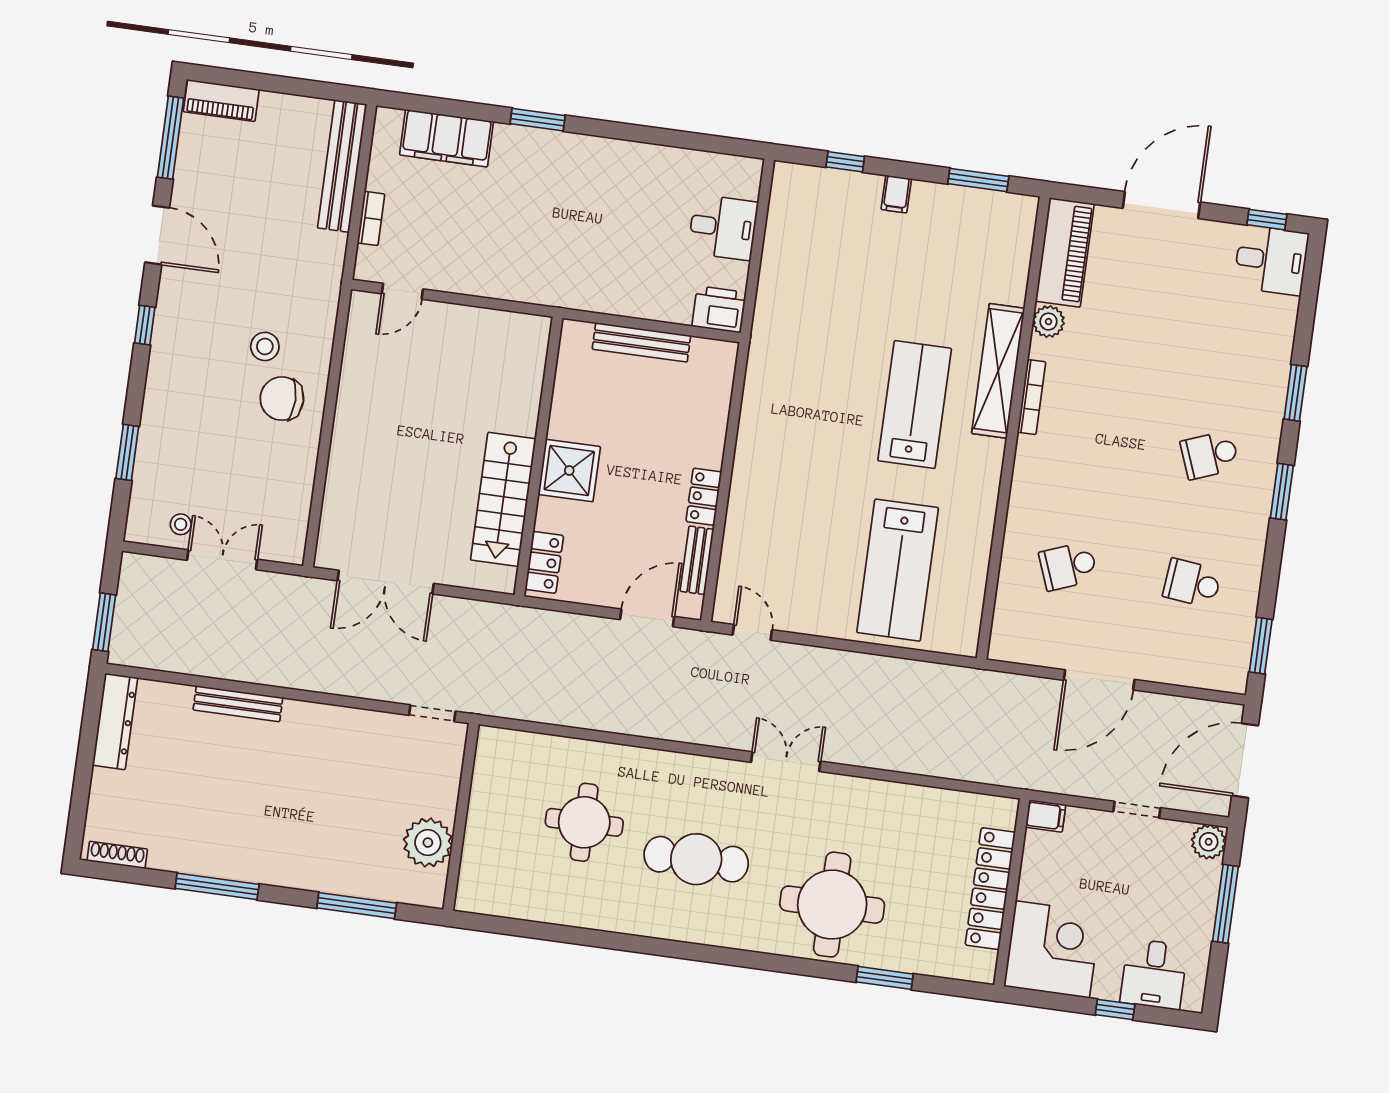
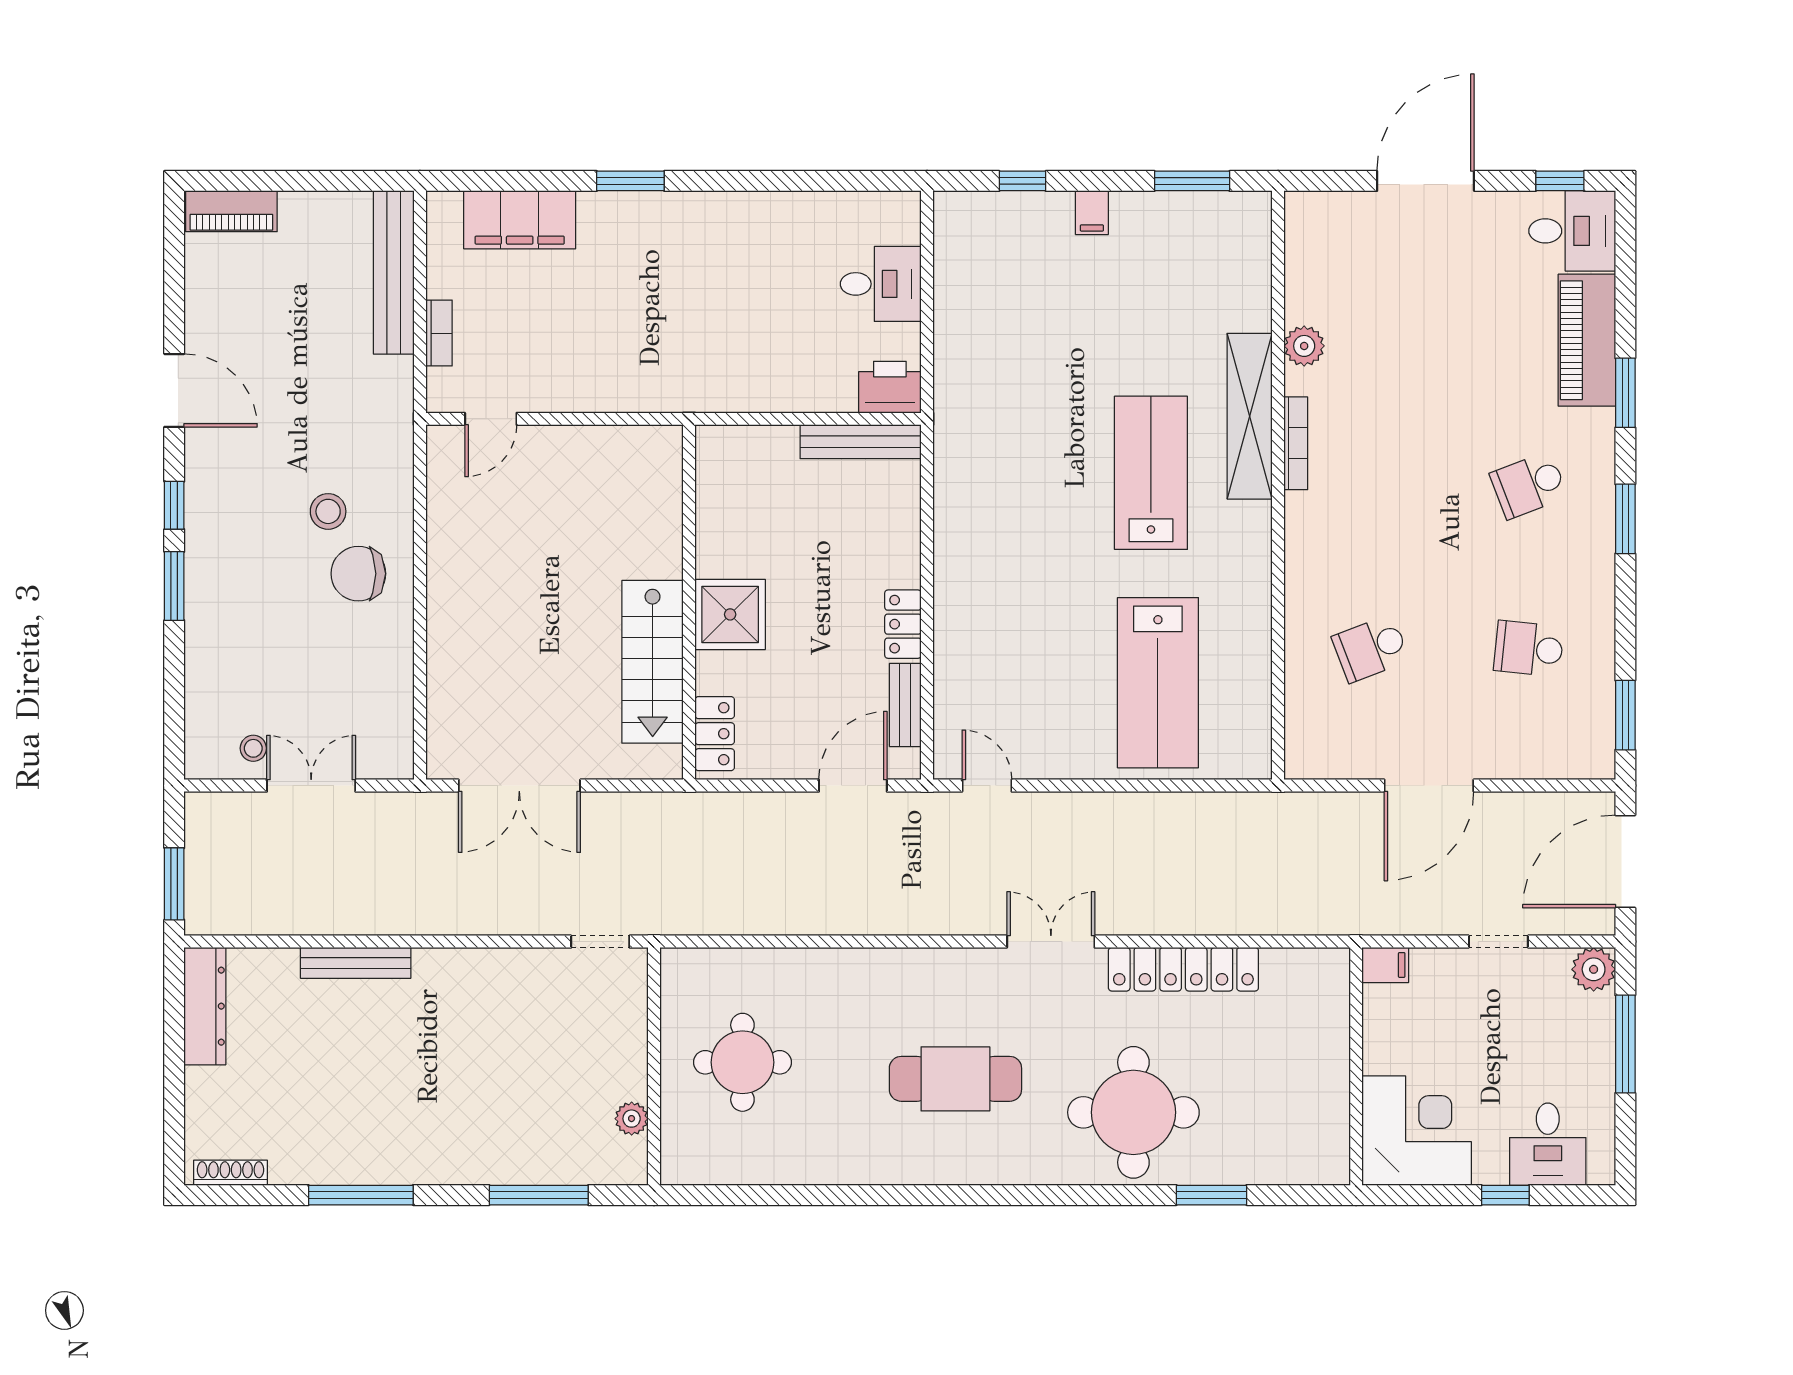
window: (170, 138) -> (174, 266), removed
piano: (1065, 252) -> (1587, 340), moved, turned 180
bench: (641, 342) -> (861, 442), moved
window: (127, 452) -> (174, 586), moved
round table: (584, 822) -> (742, 1062), moved
plant: (428, 843) -> (632, 1119), width x0.53, depth x0.53
locker: (990, 889) -> (1183, 969), moved, turned -90

